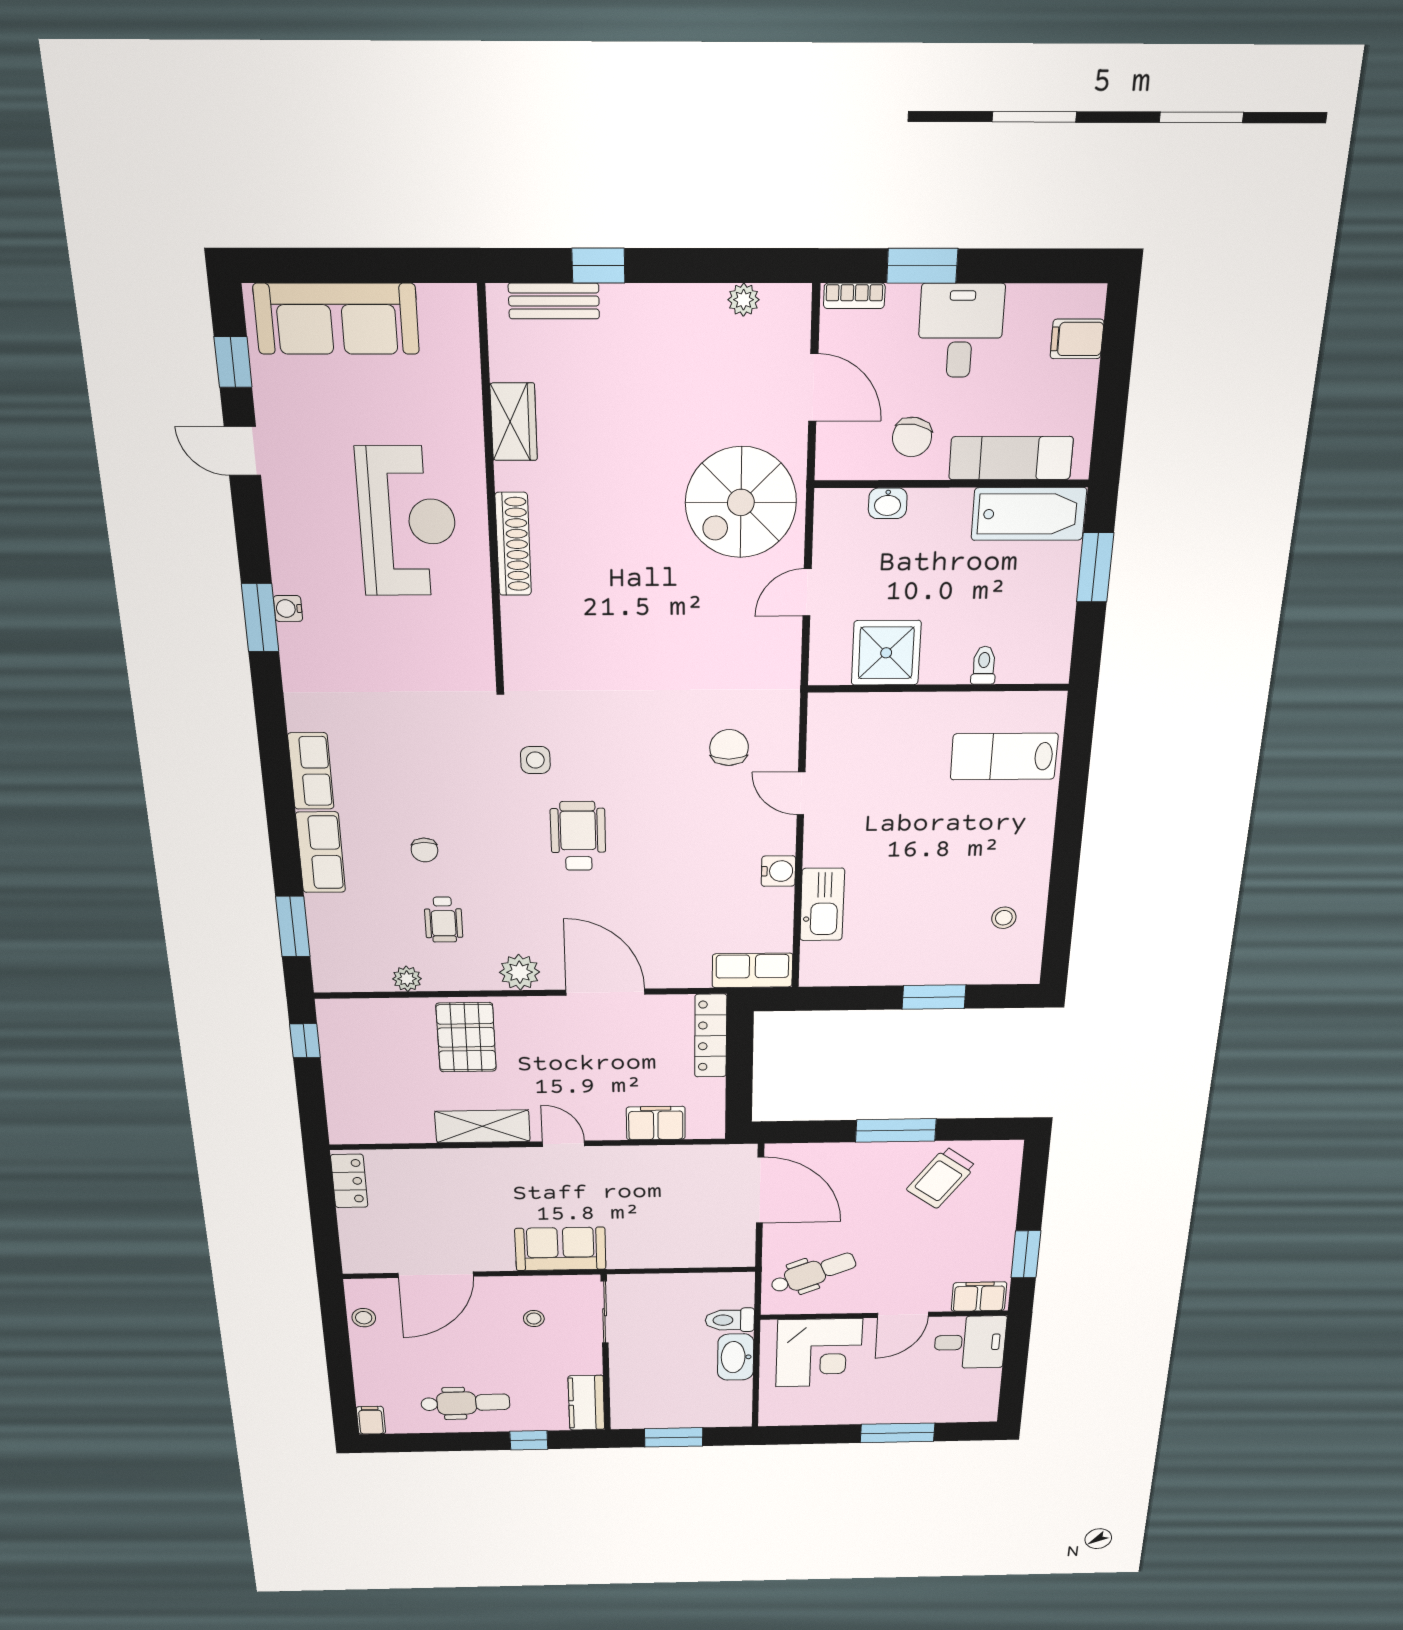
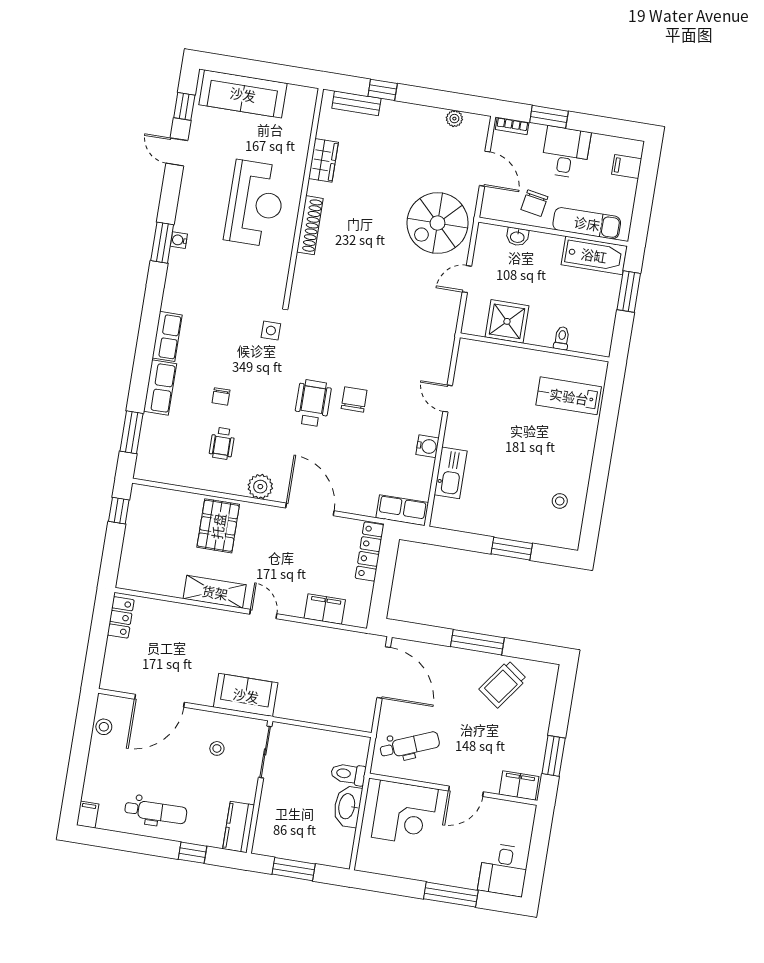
chair: (729, 748) -> (354, 399), moved
side table: (535, 760) -> (271, 331), moved
plant: (407, 979) -> (191, 479), removed
desk: (970, 1342) -> (504, 870), moved, turned 90

